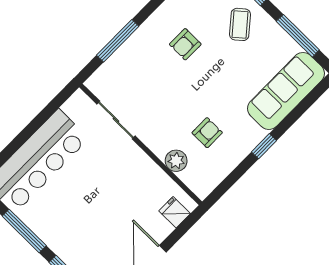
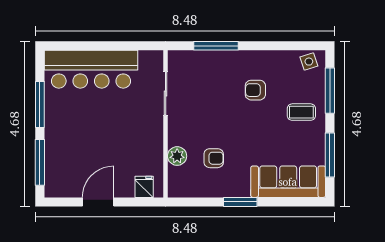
coffee table: (240, 24) -> (301, 112), turned 40
window: (264, 146) -> (240, 202), width x1.50

